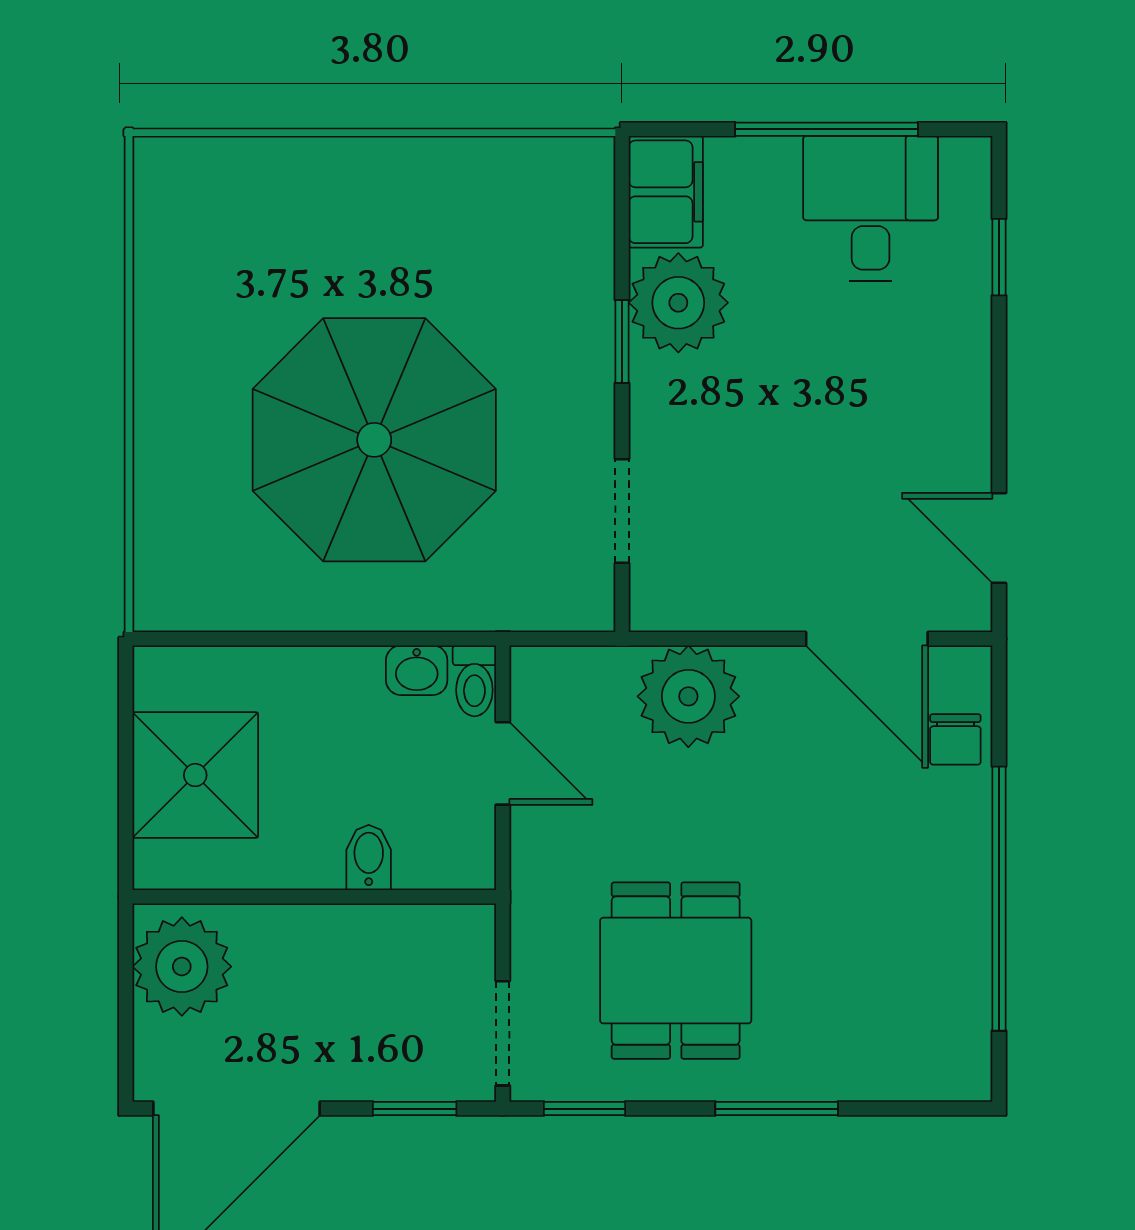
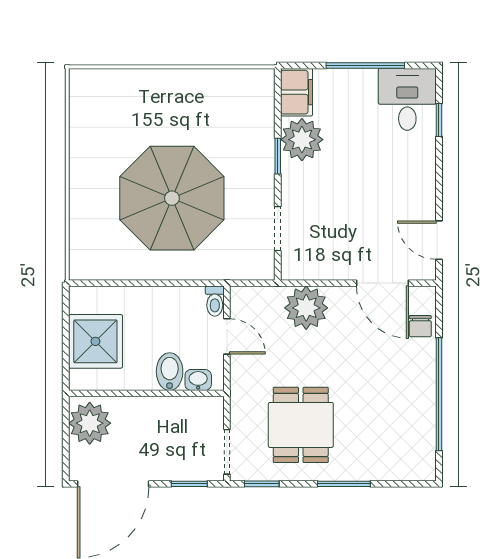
desk: (871, 209) -> (407, 99), moved
washbasin: (417, 670) -> (198, 380), moved, turned 180
bidet: (369, 857) -> (170, 372), width x1.38, depth x1.36

